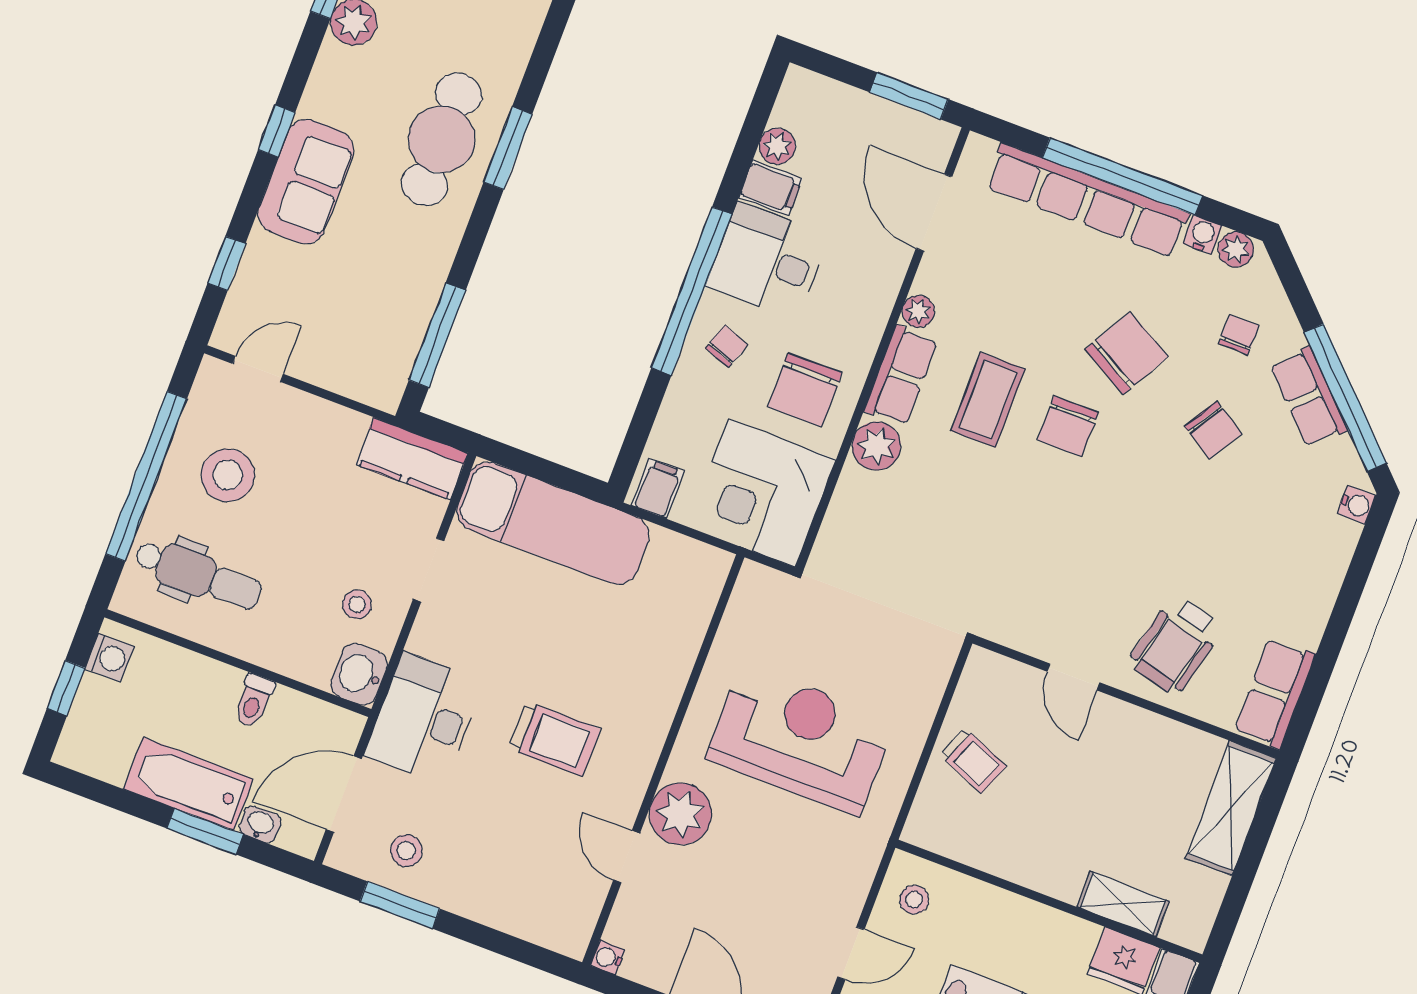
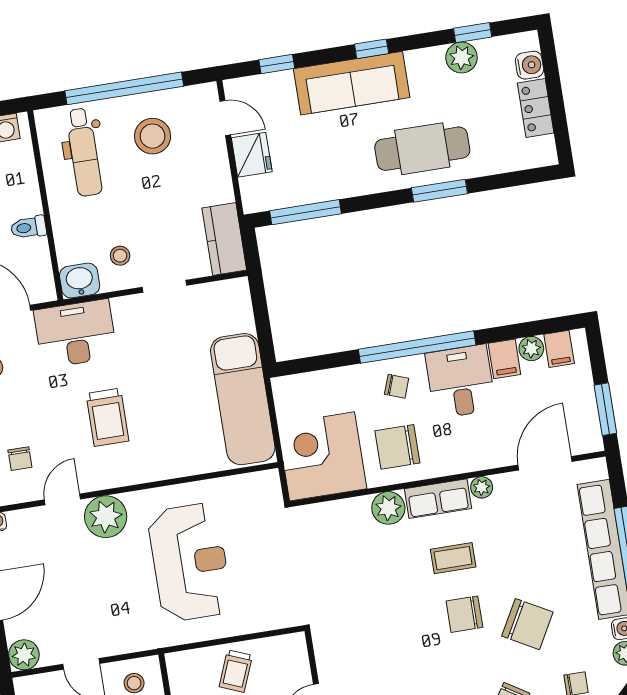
sofa: (306, 182) -> (352, 83), width x1.36
fridge: (324, 362) -> (252, 155), added
coffee table: (988, 400) -> (453, 558), width x0.73, depth x0.77
filing cabinet: (658, 489) -> (559, 349), moved, turned 90
exam couch: (553, 523) -> (243, 399), moved
chair: (543, 881) -> (20, 459), added

